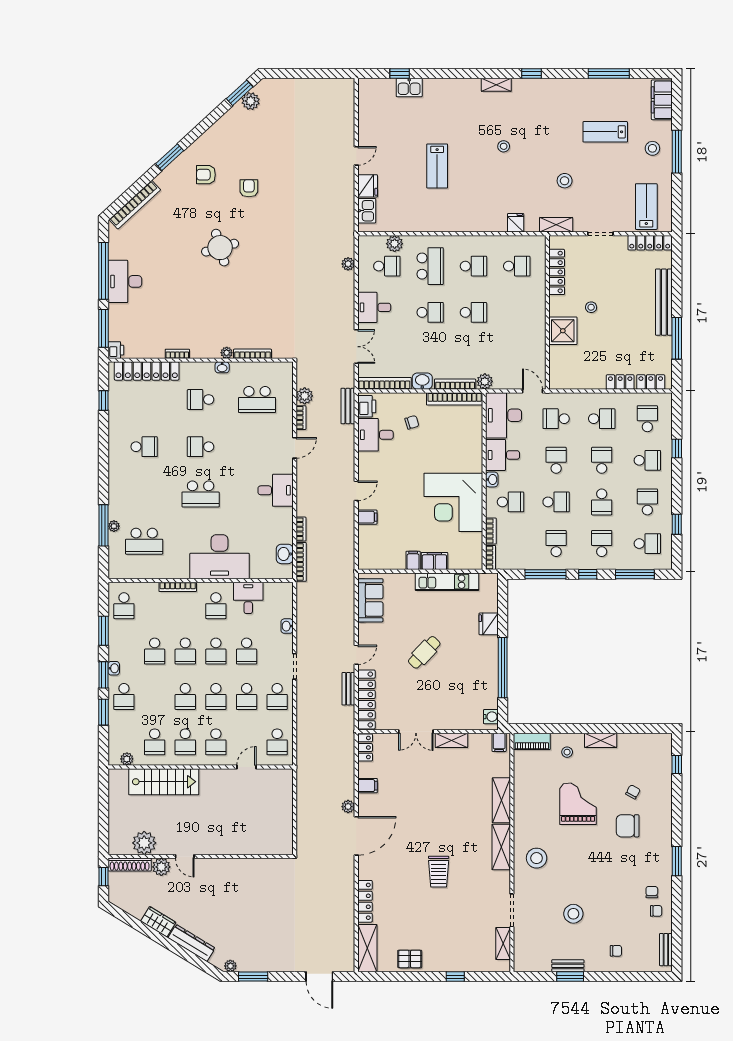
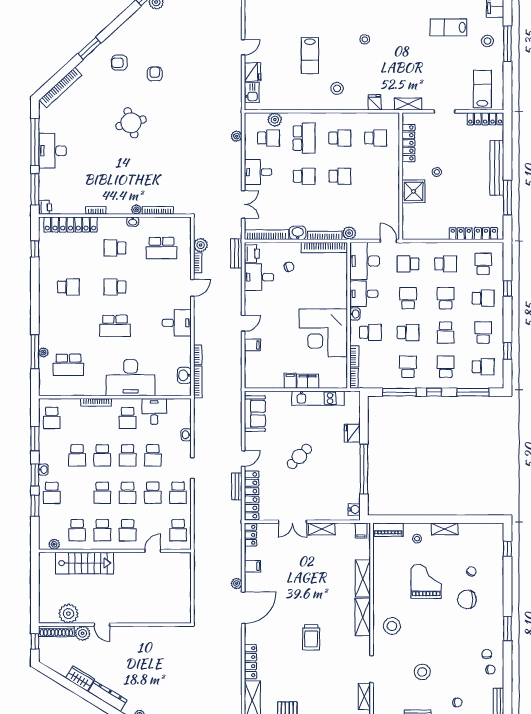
stool: (565, 181) -> (337, 88), moved

